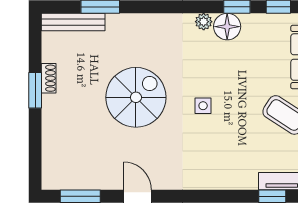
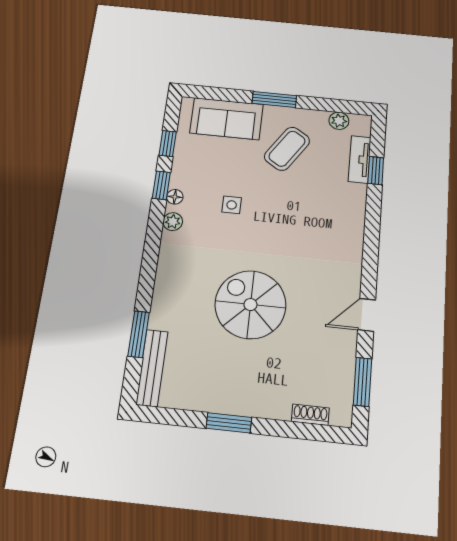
floor lamp: (227, 27) -> (175, 197), width x0.53, depth x0.53
shoe rack: (49, 78) -> (310, 415), moved
side table: (203, 106) -> (232, 205), moved

